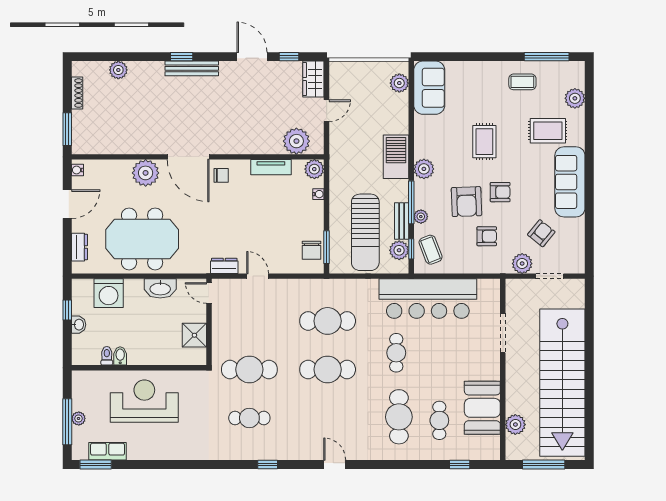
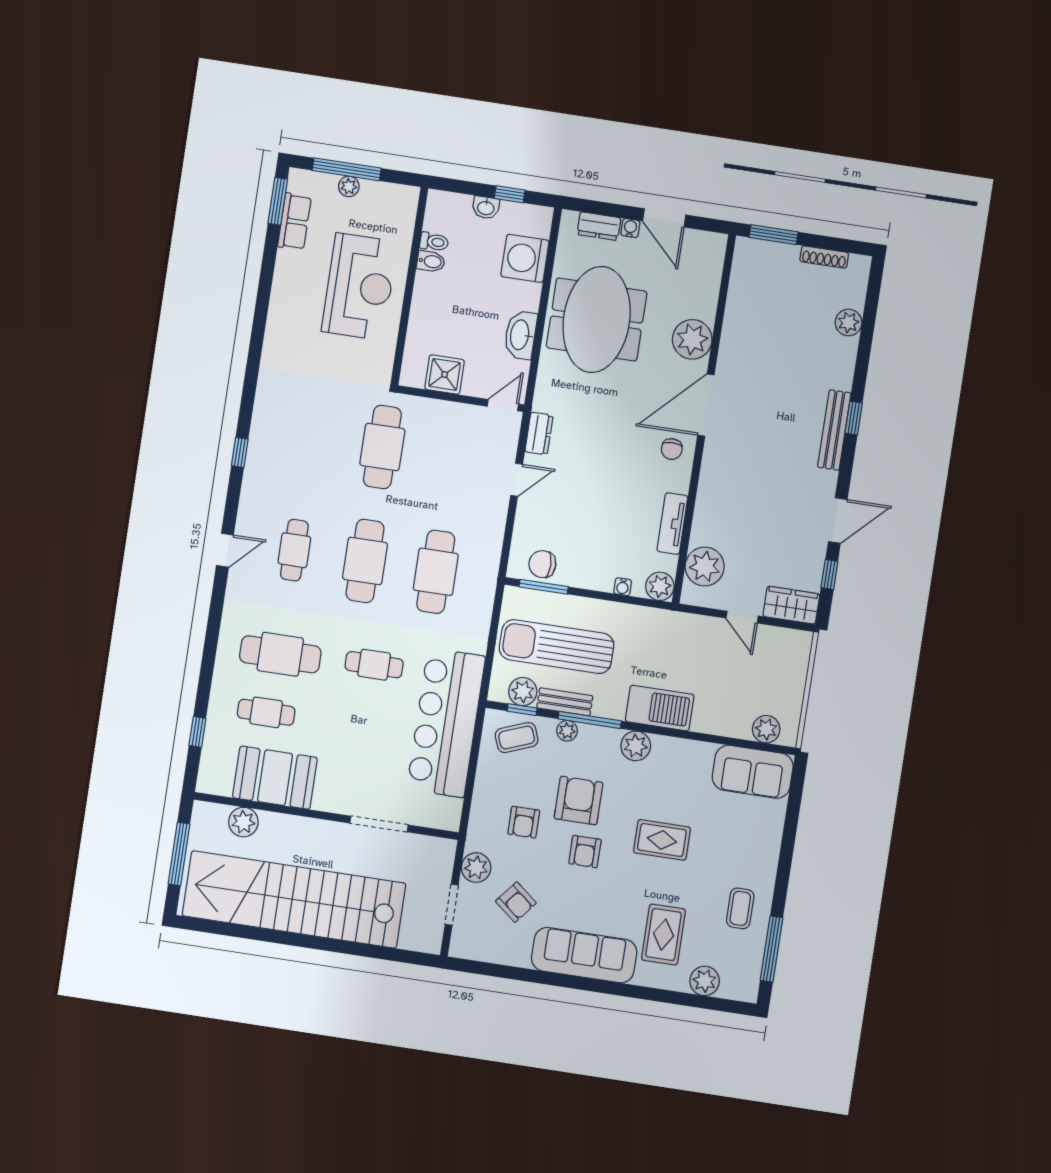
water cooler: (77, 170) -> (630, 228), moved
armchair: (466, 202) -> (579, 800), turned 92
cafe table: (249, 418) -> (294, 550), moved

